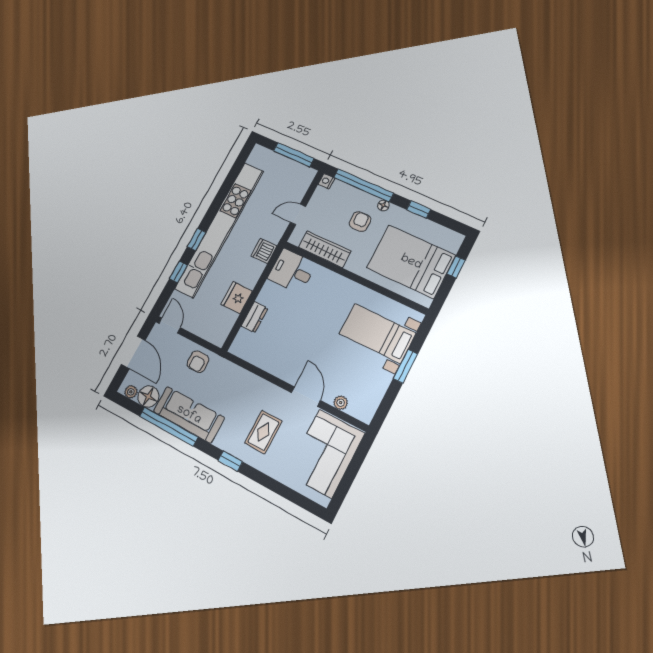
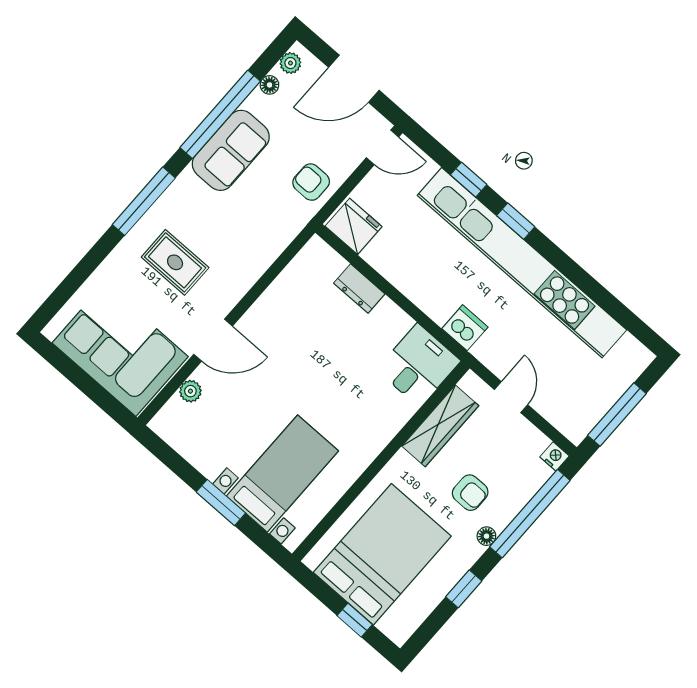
fridge: (237, 298) -> (354, 226), moved
floor lamp: (148, 397) -> (269, 85), width x0.53, depth x0.53
sofa: (189, 415) -> (231, 150), width x0.73
window: (230, 461) -> (144, 201), width x2.17

